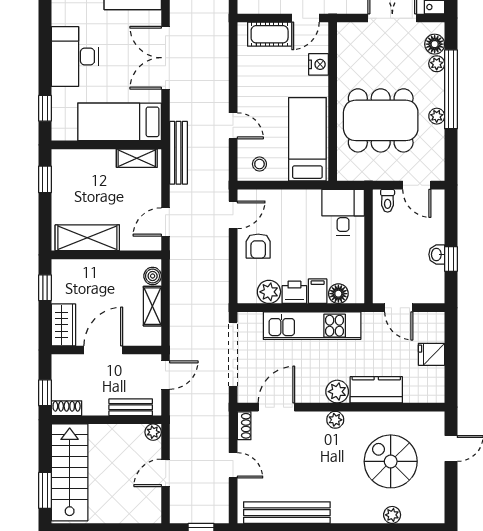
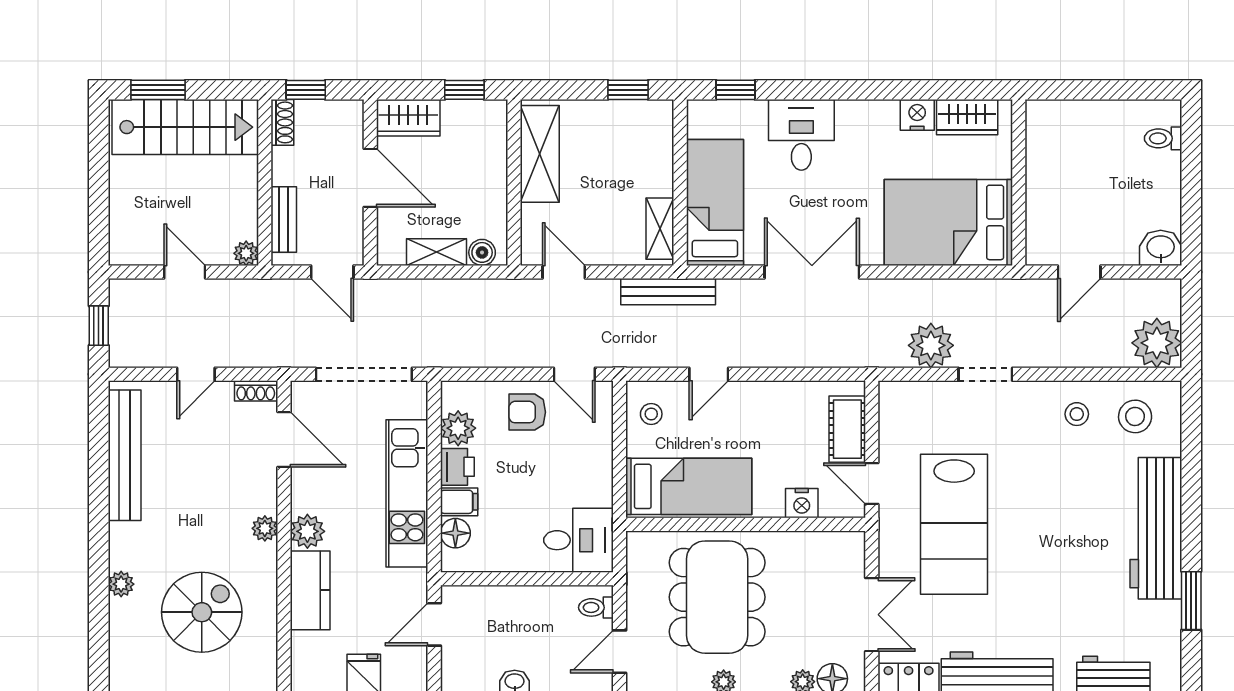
desk: (75, 57) -> (801, 135), width x0.73
plant: (392, 515) -> (121, 584), moved

